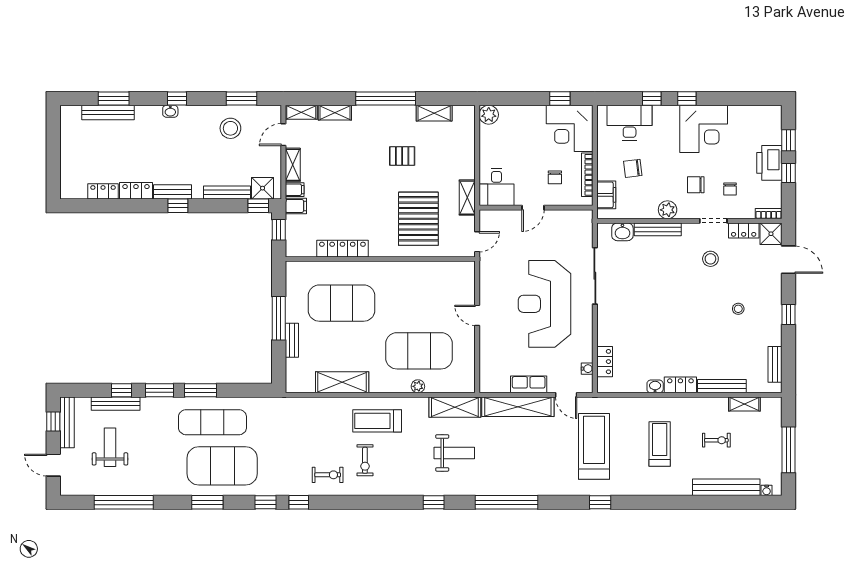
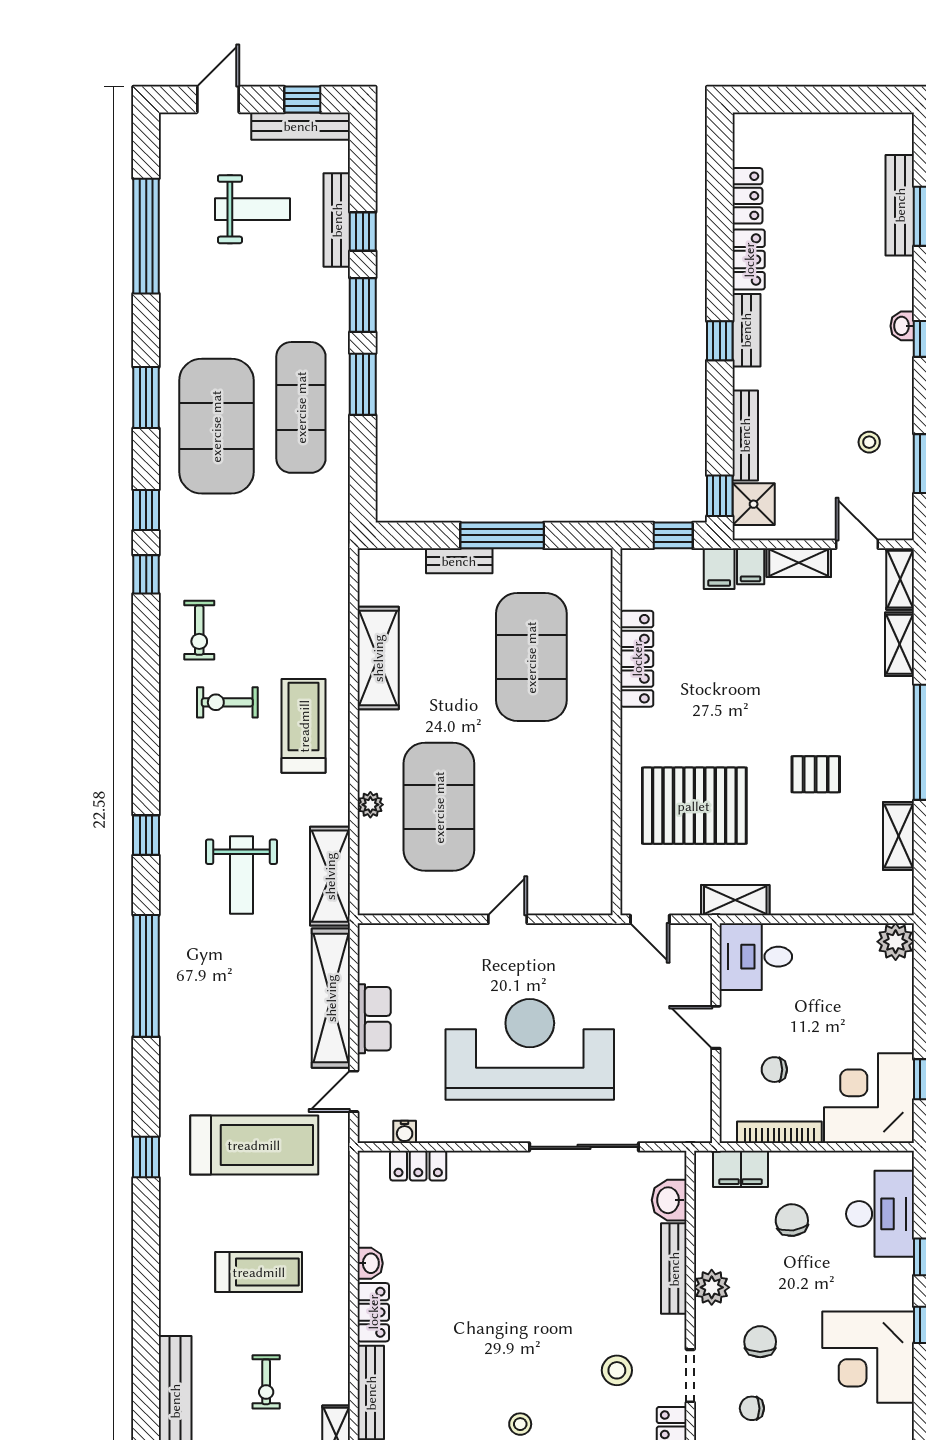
stool: (230, 128) -> (869, 442), width x0.53, depth x0.53
pallet: (402, 156) -> (816, 774), turned 90

